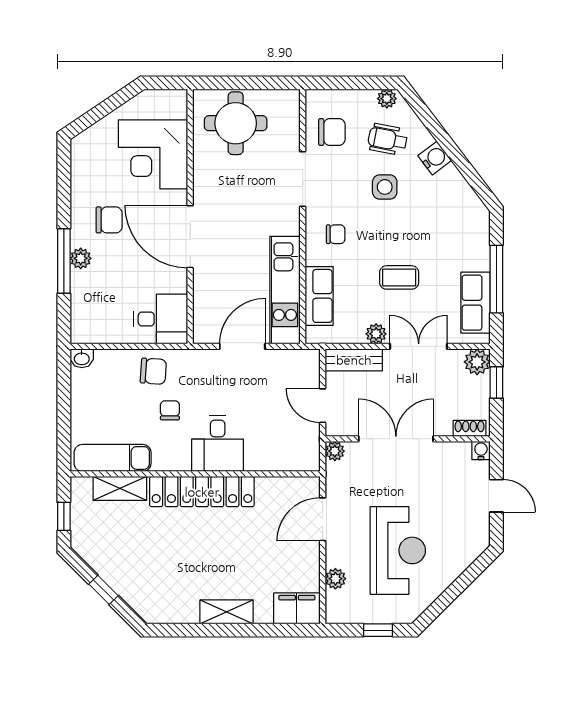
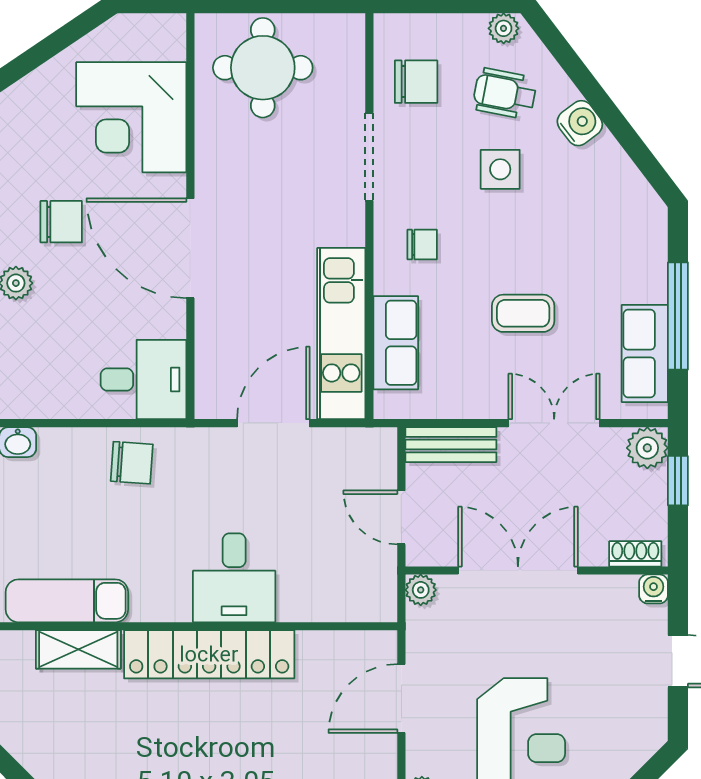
plant: (376, 334) -> (486, 403), removed
chair: (170, 410) -> (158, 525), removed

